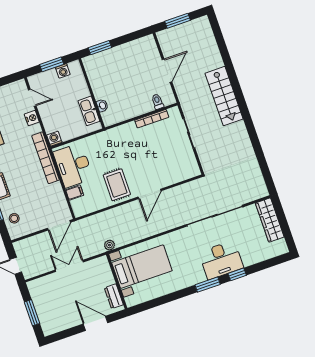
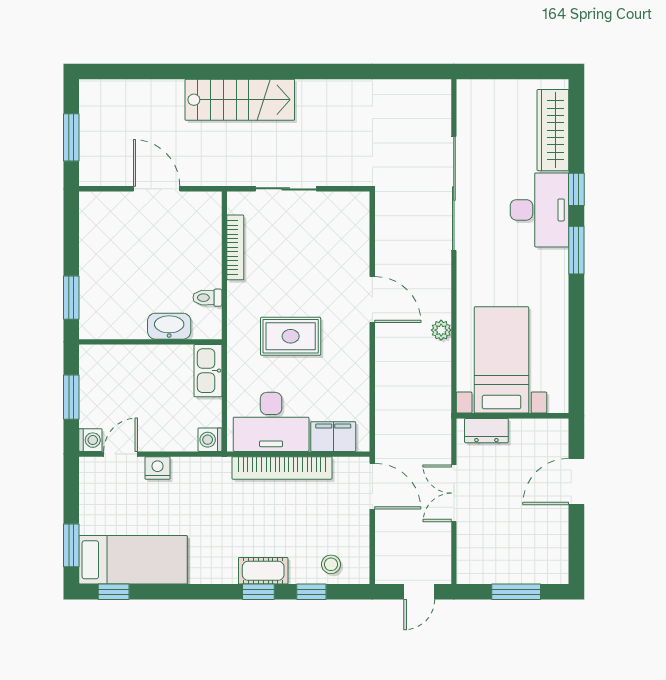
washing machine: (63, 71) -> (90, 440), moved
toilet: (158, 102) -> (207, 298), moved
washbasin: (102, 106) -> (169, 326), width x1.91, depth x1.45
kitchen sink: (89, 111) -> (208, 371), moved, turned 90
bookcase: (46, 158) -> (282, 468), moved
rug: (117, 185) -> (291, 336), moved
filing cabinet: (75, 193) -> (333, 437), width x2.00
wardrobe: (270, 220) -> (553, 130), moved, turned 90
plant: (109, 245) -> (441, 330), moved
dresser: (114, 296) -> (486, 431), moved

